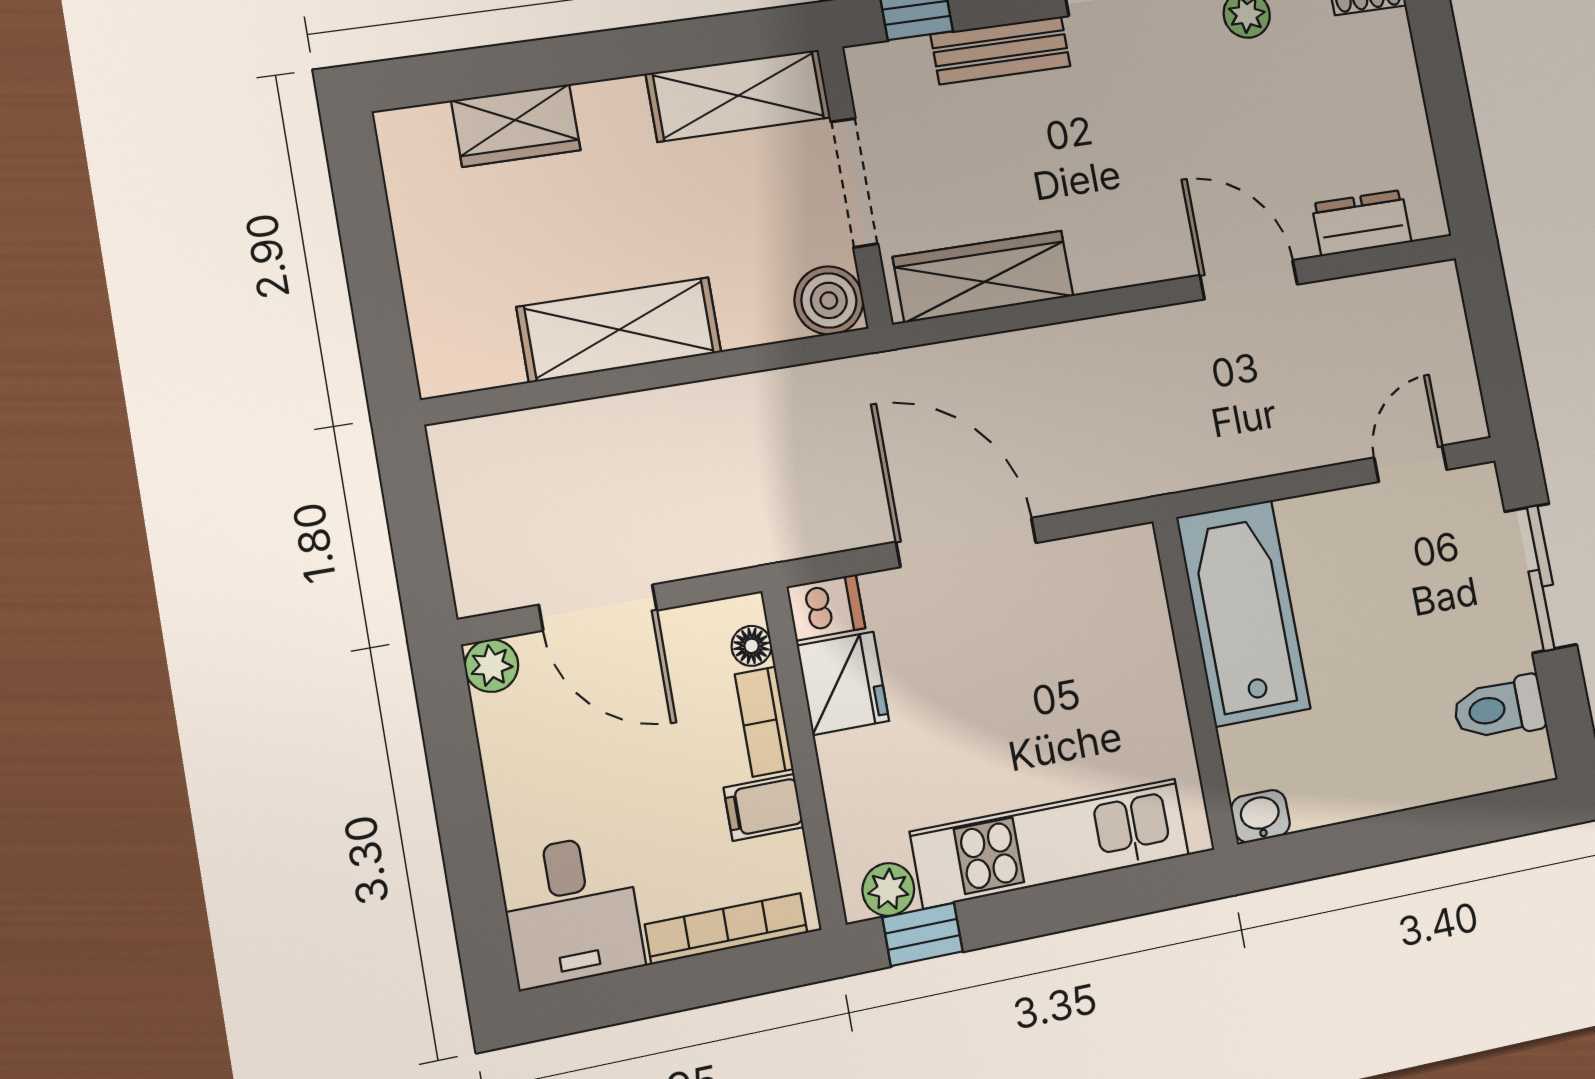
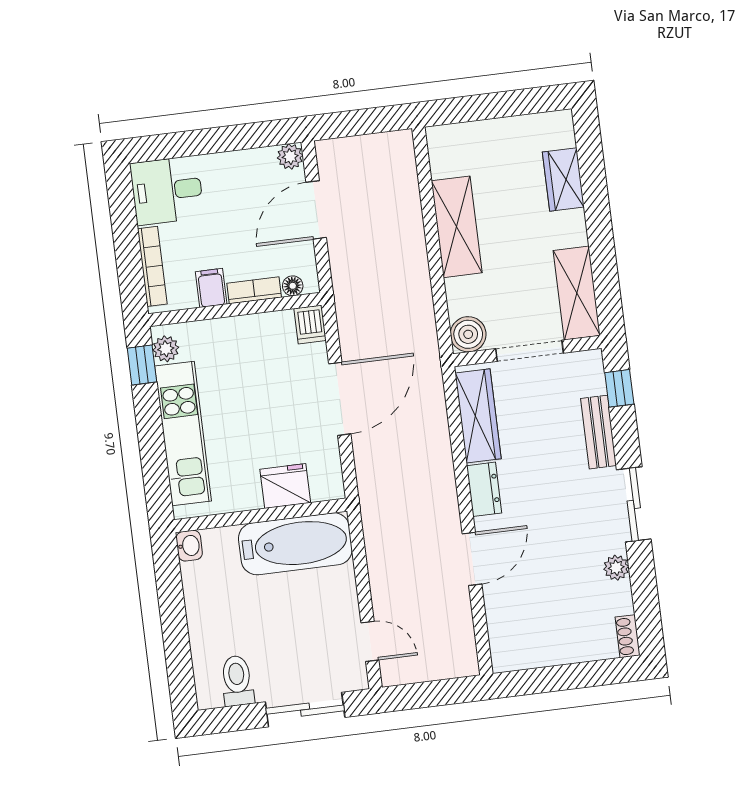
dresser: (1362, 223) -> (484, 489), moved
fridge: (843, 683) -> (285, 486), moved, turned 180

